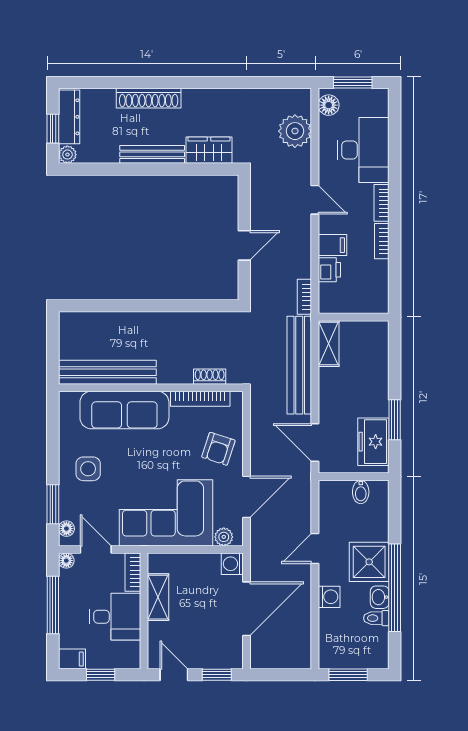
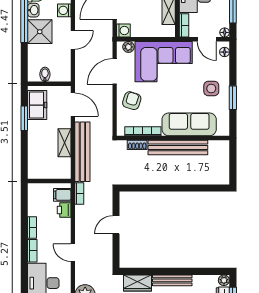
filing cabinet: (332, 245) -> (62, 195), moved
shelving: (329, 344) -> (65, 143), moved
bench: (107, 372) -> (178, 147), moved
window: (53, 504) -> (233, 98), moved

